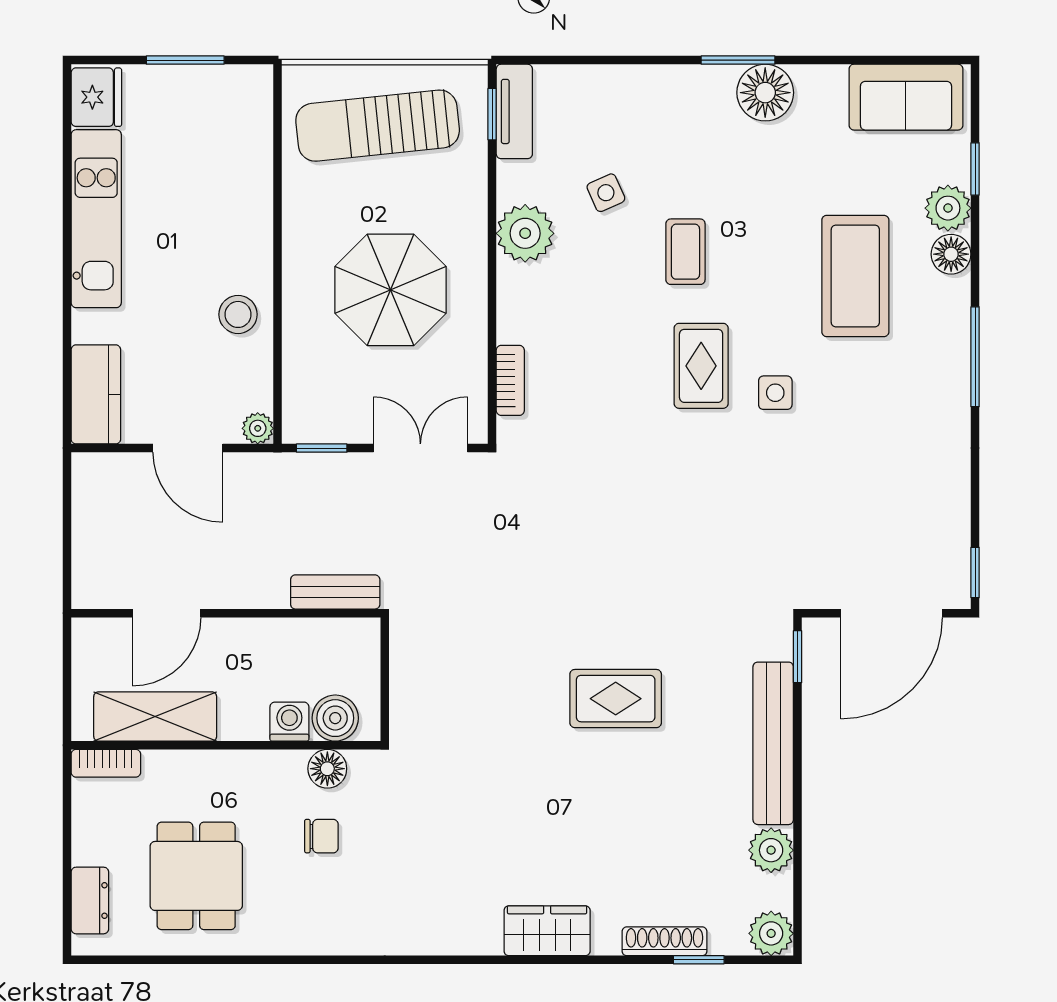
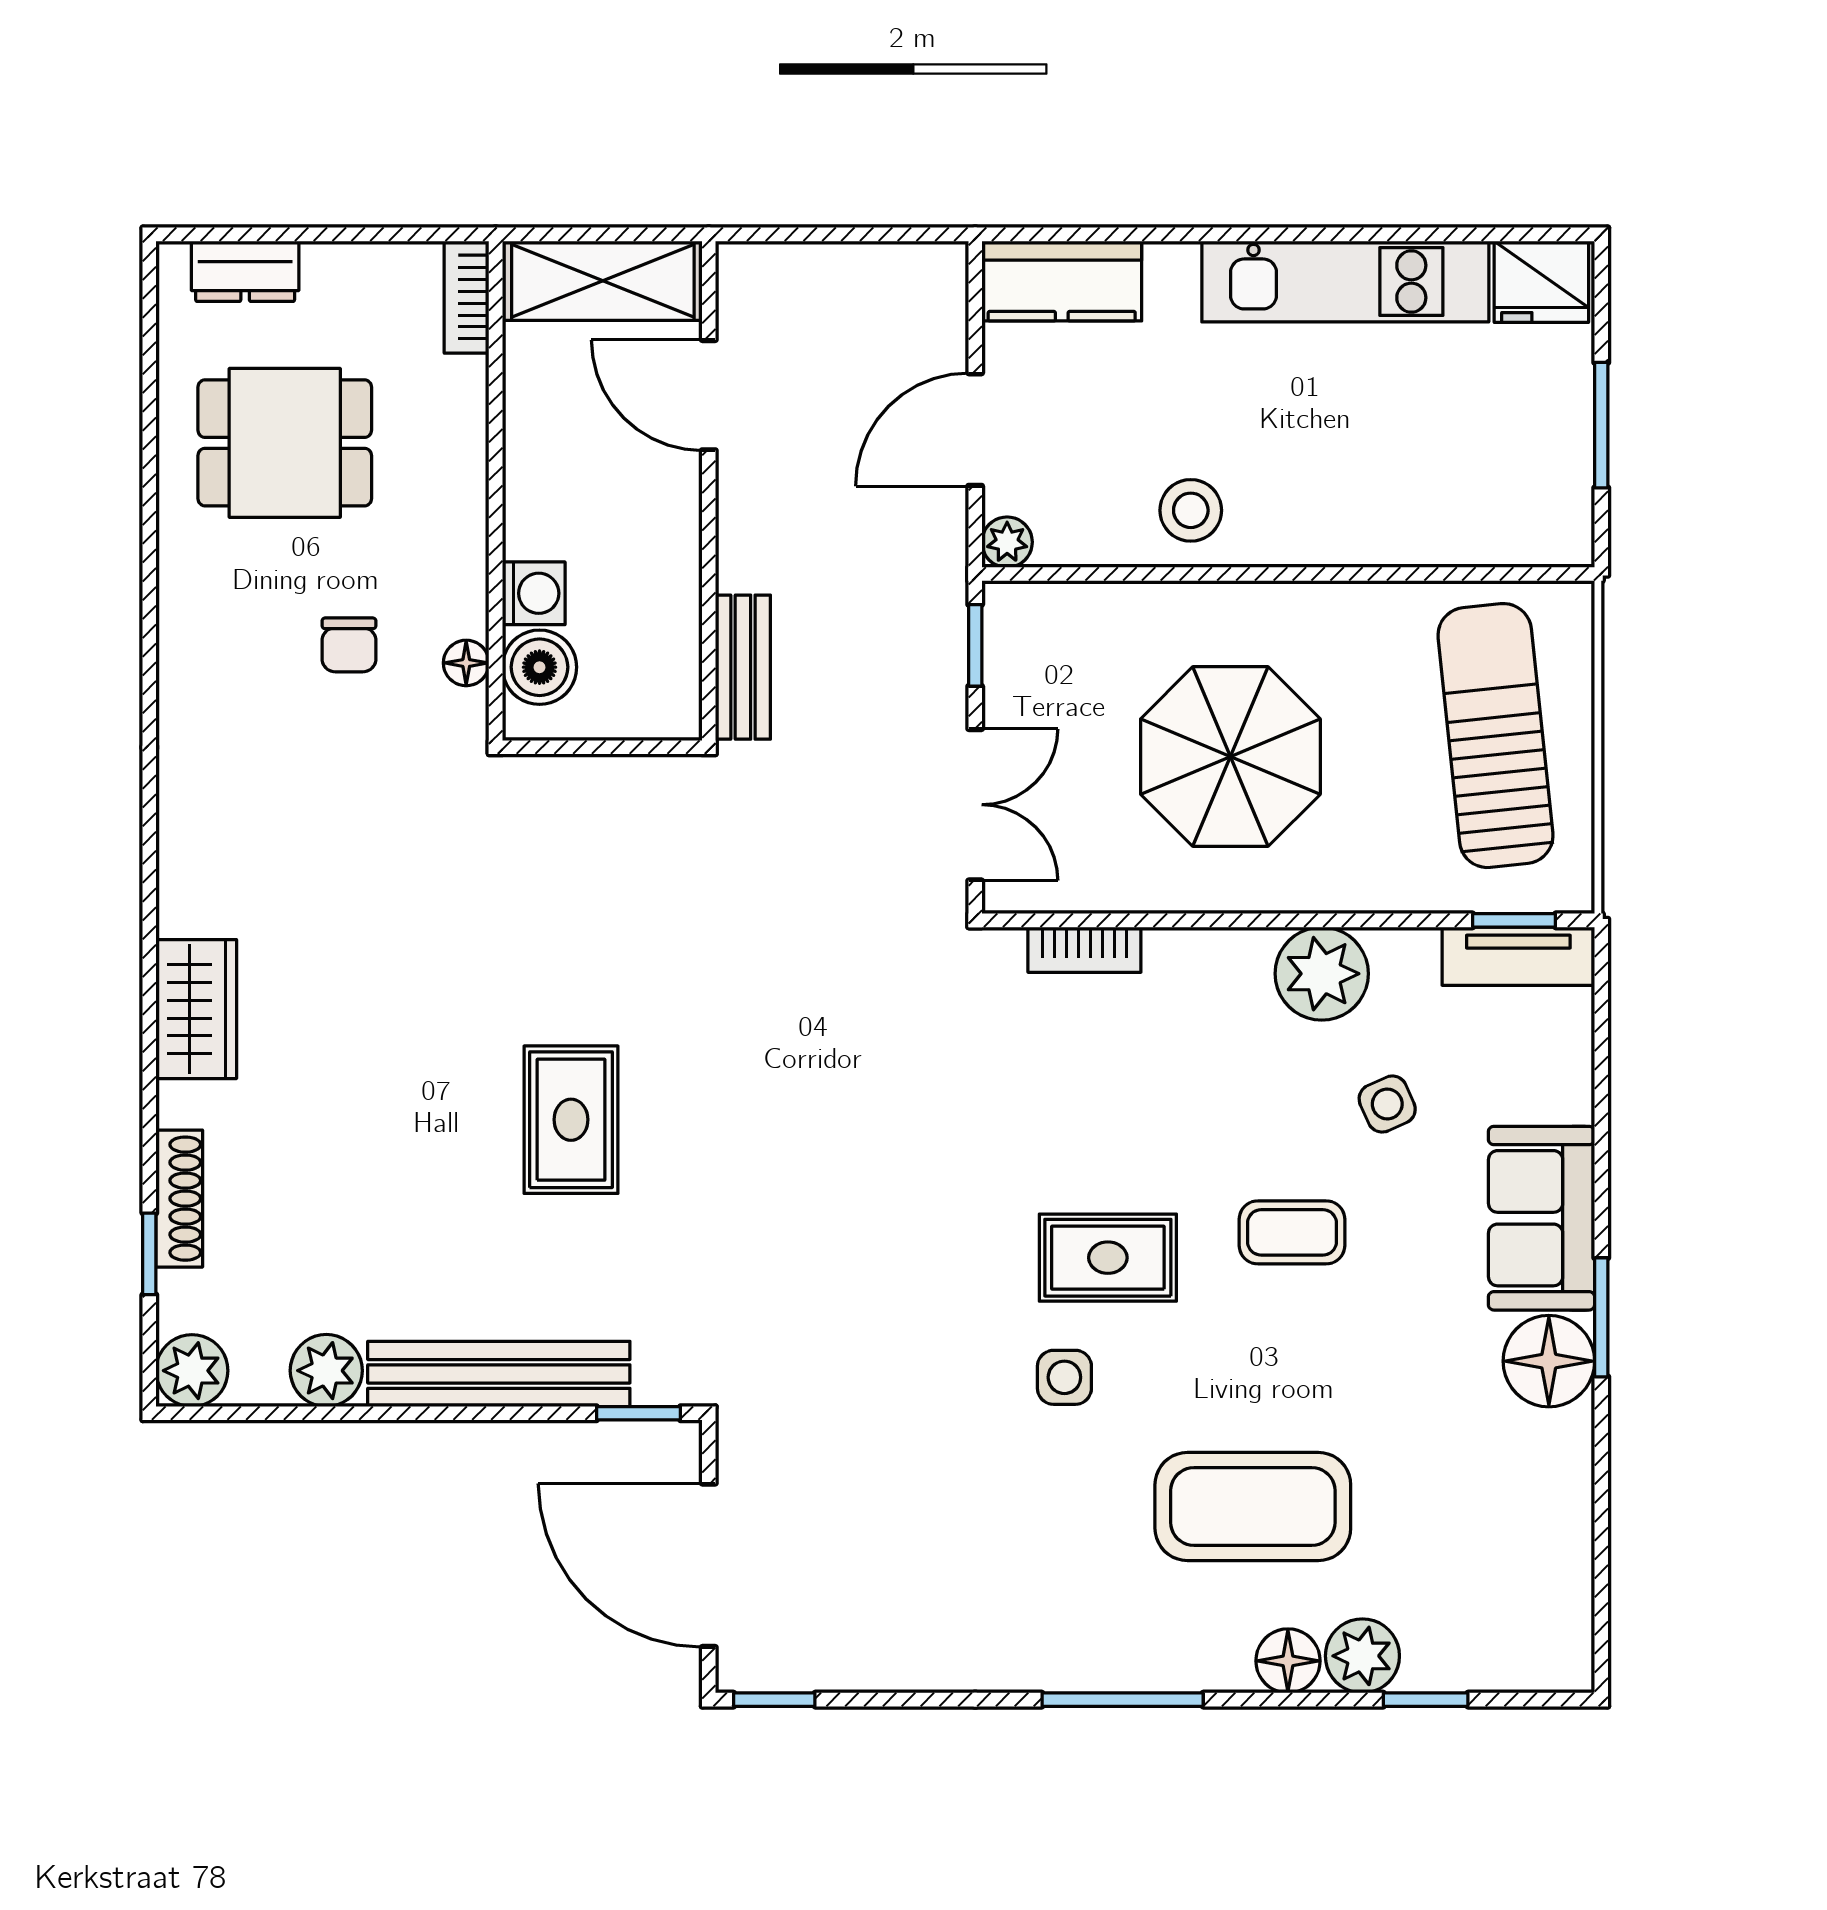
sofa: (906, 97) -> (1541, 1218), moved
shelving: (155, 716) -> (603, 281), moved, turned 90
floor lamp: (327, 769) -> (466, 663), width x0.73, depth x0.73

